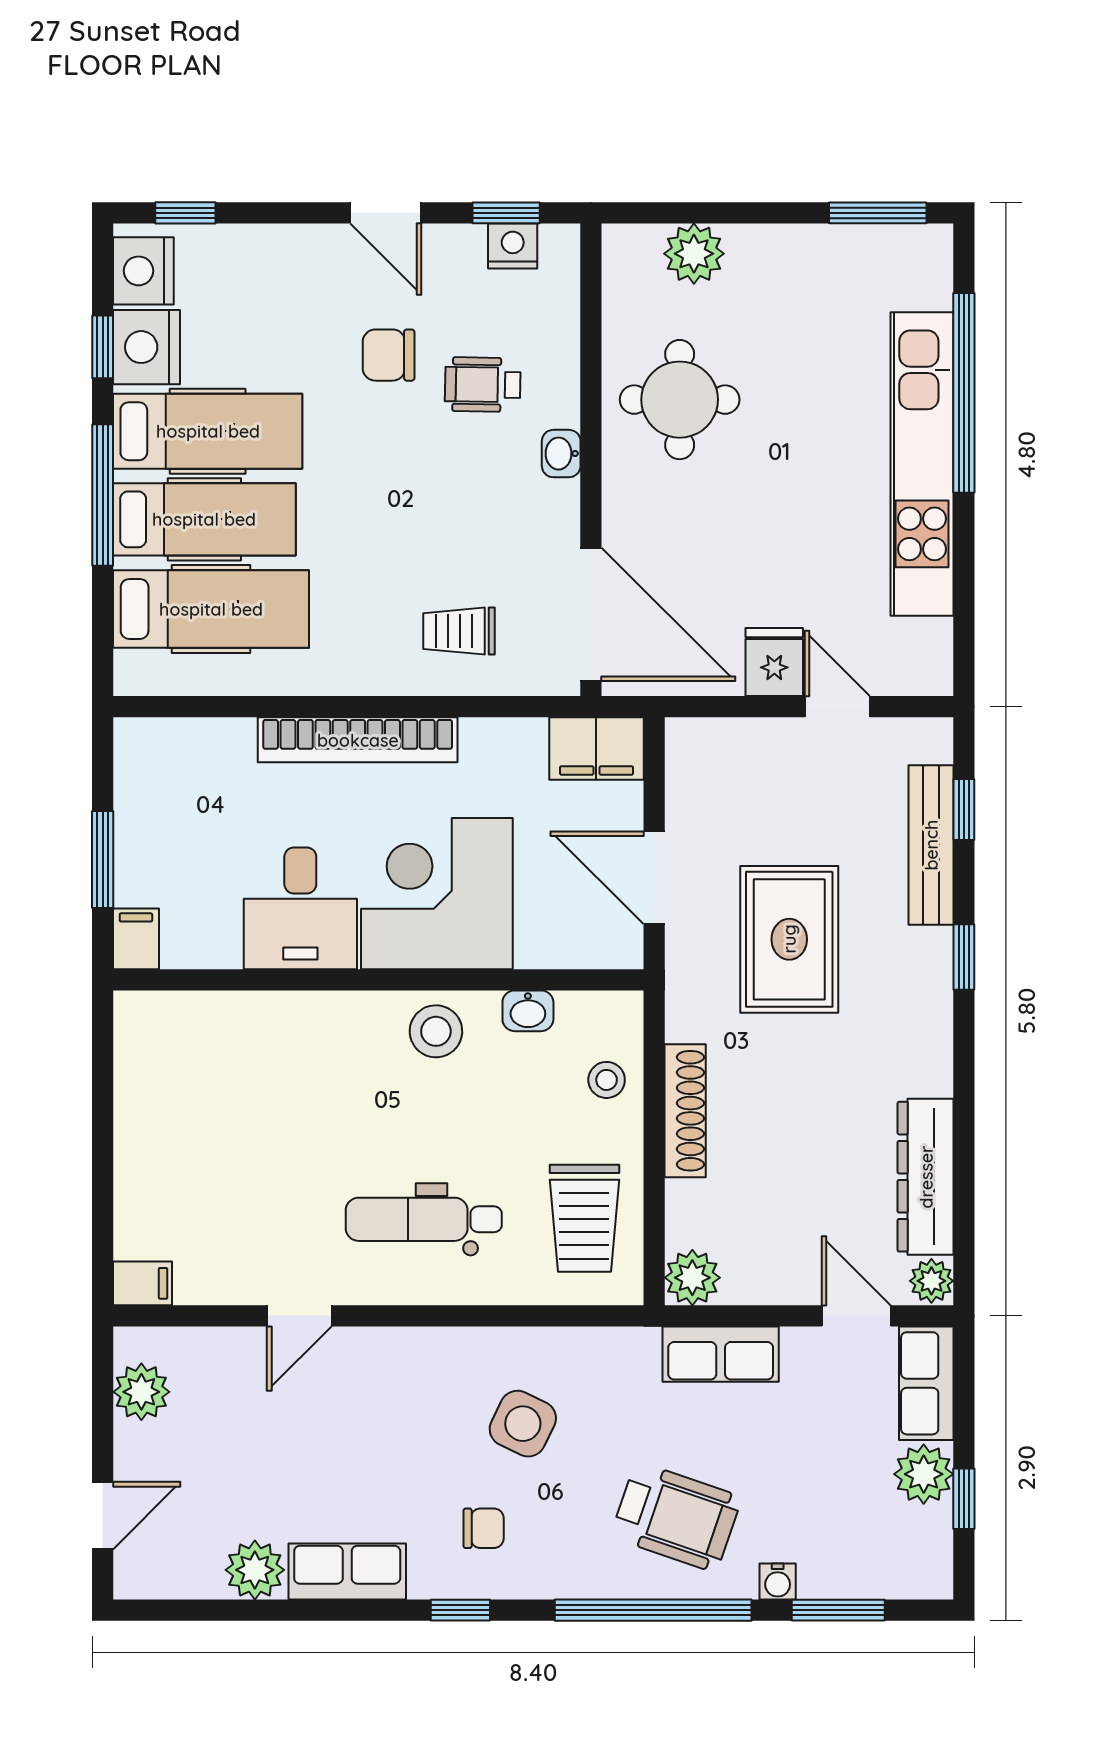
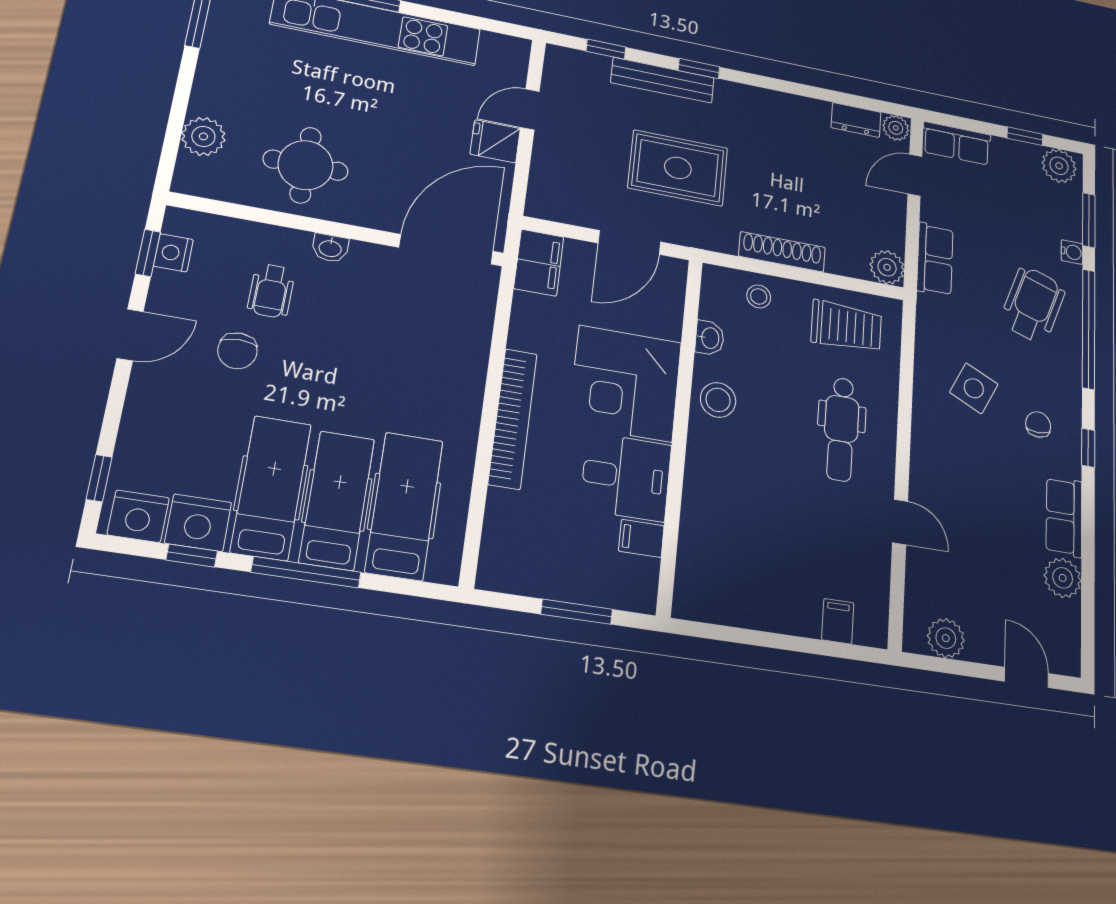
trolley: (459, 631) -> (445, 337), removed
bench: (931, 845) -> (663, 80), moved
filing cabinet: (136, 939) -> (641, 538), moved
dresser: (926, 1177) -> (856, 120), width x0.51, depth x0.80
filing cabinet: (142, 1283) -> (838, 621), moved
plant: (924, 1474) -> (1059, 166), moved

